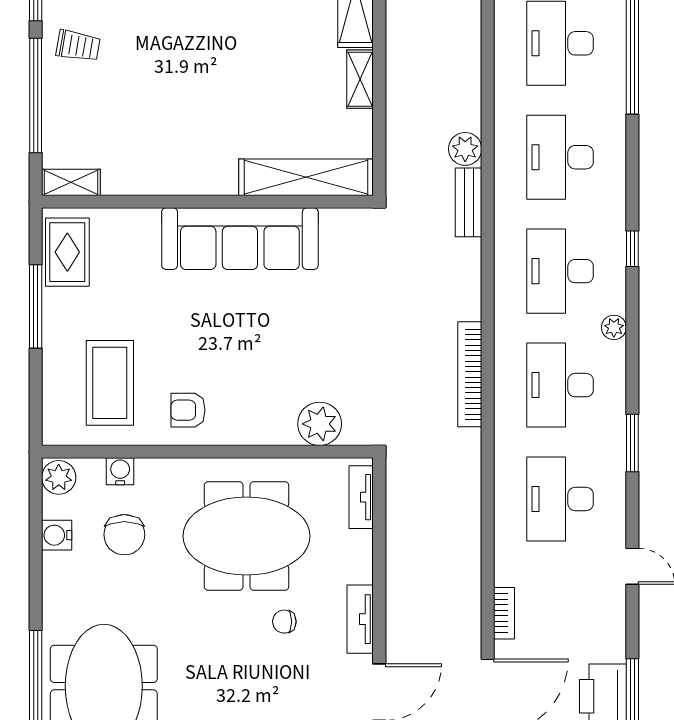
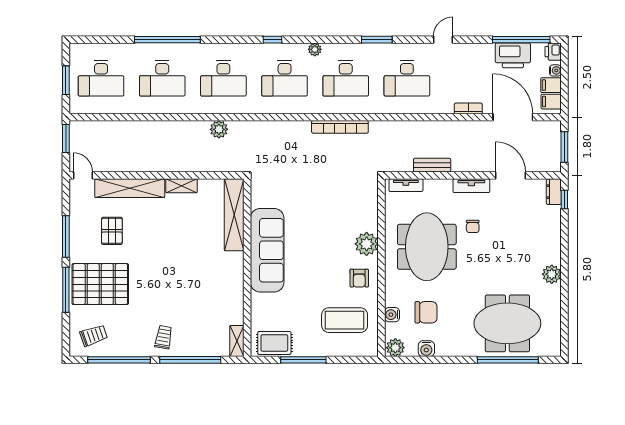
bench: (469, 202) -> (432, 165), moved
plant: (320, 424) -> (367, 244), moved

